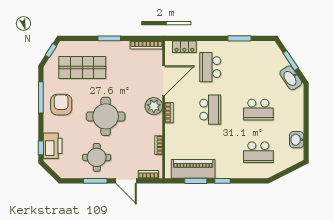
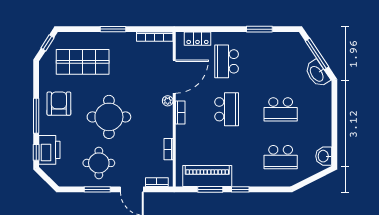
window: (291, 60) -> (317, 54), width x1.44
window: (41, 97) -> (36, 116), moved
plant: (154, 106) -> (168, 101), width x0.53, depth x0.53
washbasin: (297, 140) -> (324, 156), moved

